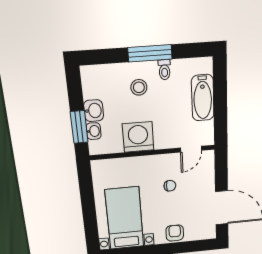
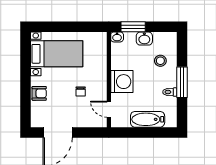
stool: (139, 87) -> (160, 61), moved
washbasin: (94, 131) -> (117, 37), moved
washing machine: (138, 137) -> (122, 82), moved

